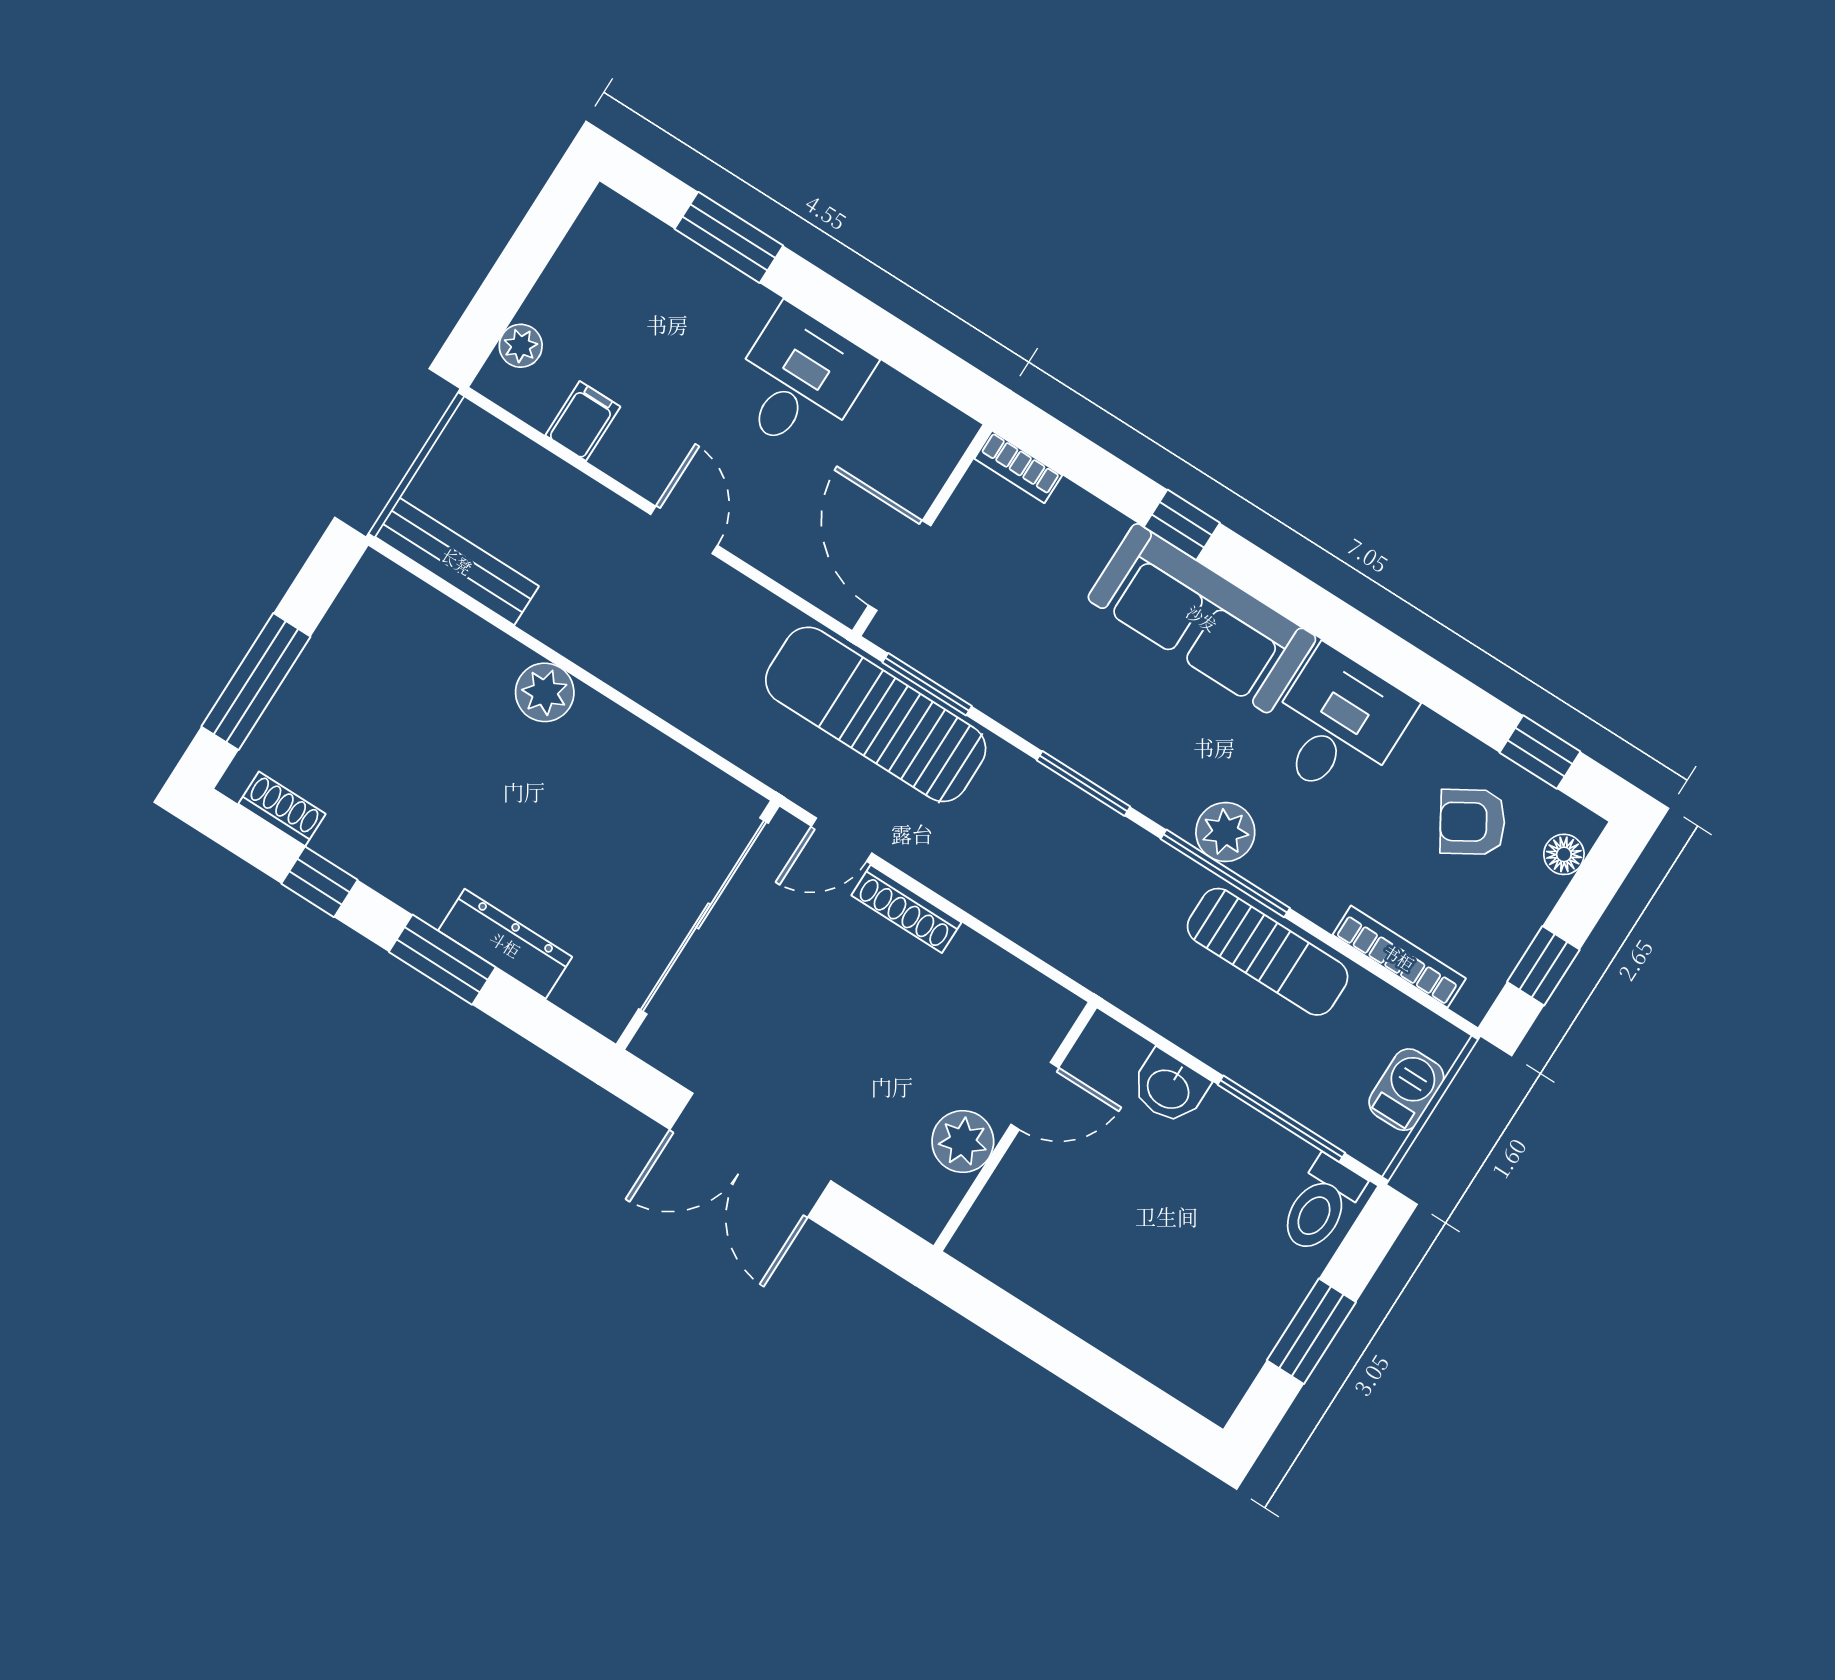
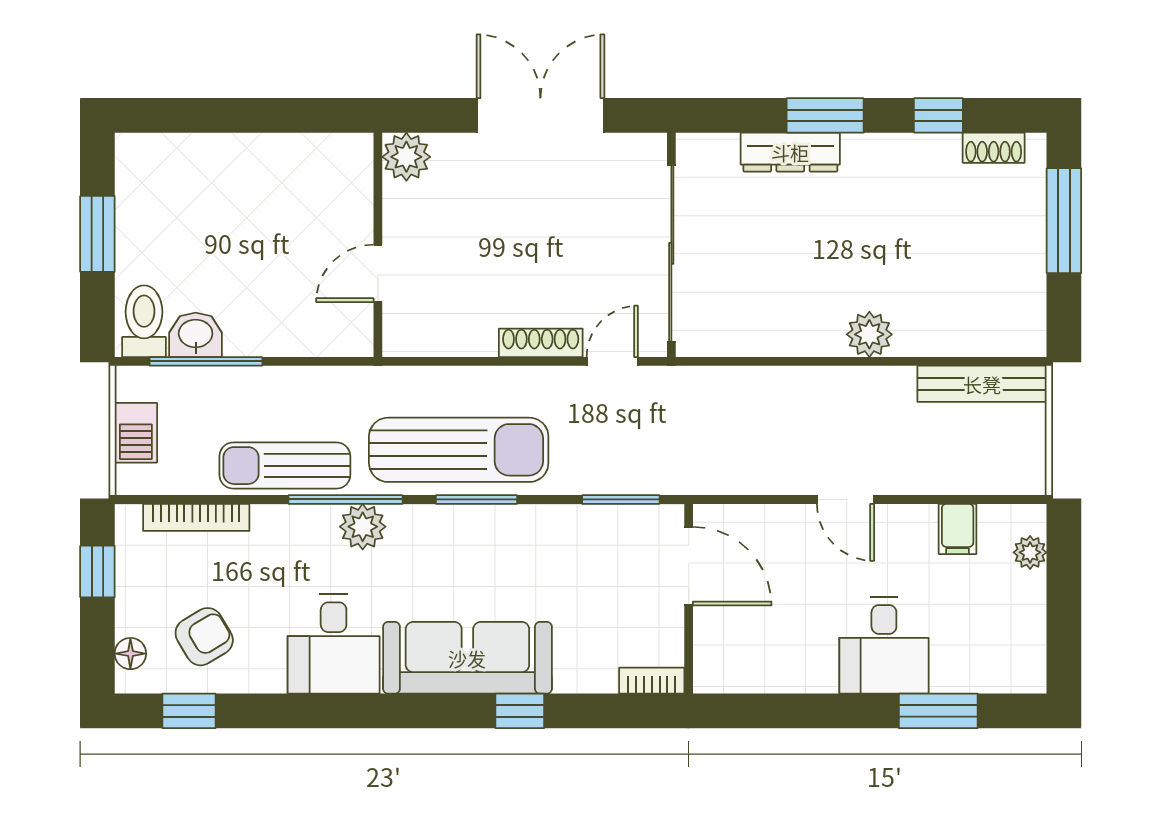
desk: (799, 381) -> (884, 645), moved
sun lounger: (876, 714) -> (459, 450), moved
washbasin: (1169, 1088) -> (196, 335), moved
plant: (963, 1141) -> (406, 157), moved

